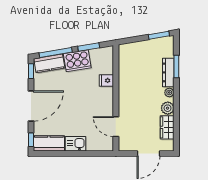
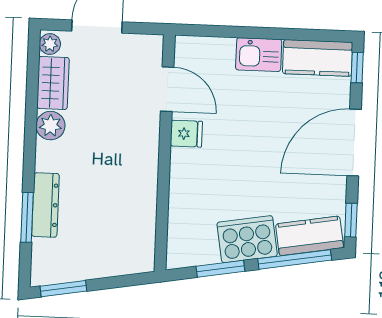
fridge: (106, 80) -> (186, 134), moved
plant: (169, 92) -> (50, 44), moved

